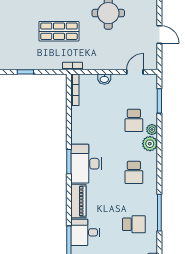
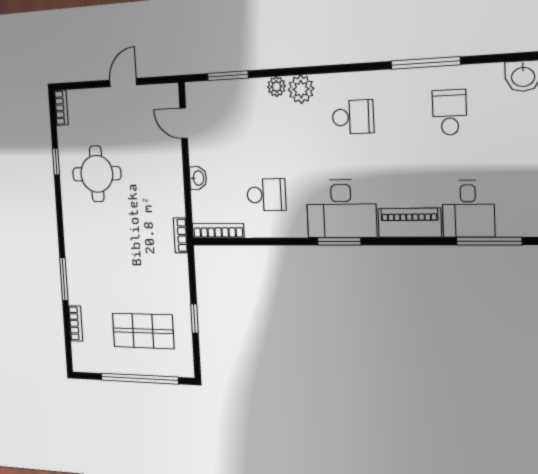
shop shelf: (59, 31) -> (143, 331), moved, turned 90
school desk: (134, 120) -> (266, 195), moved

